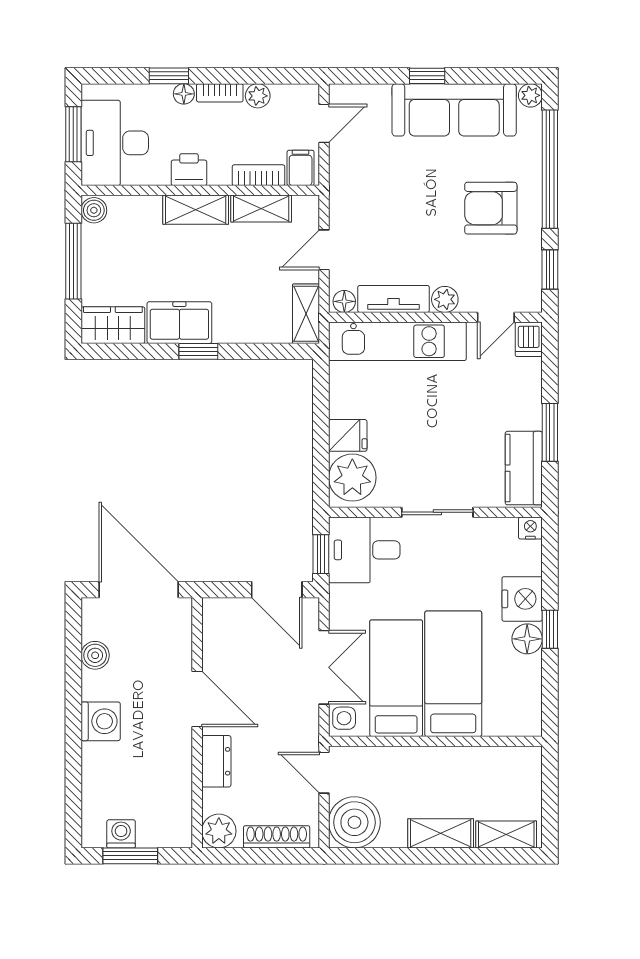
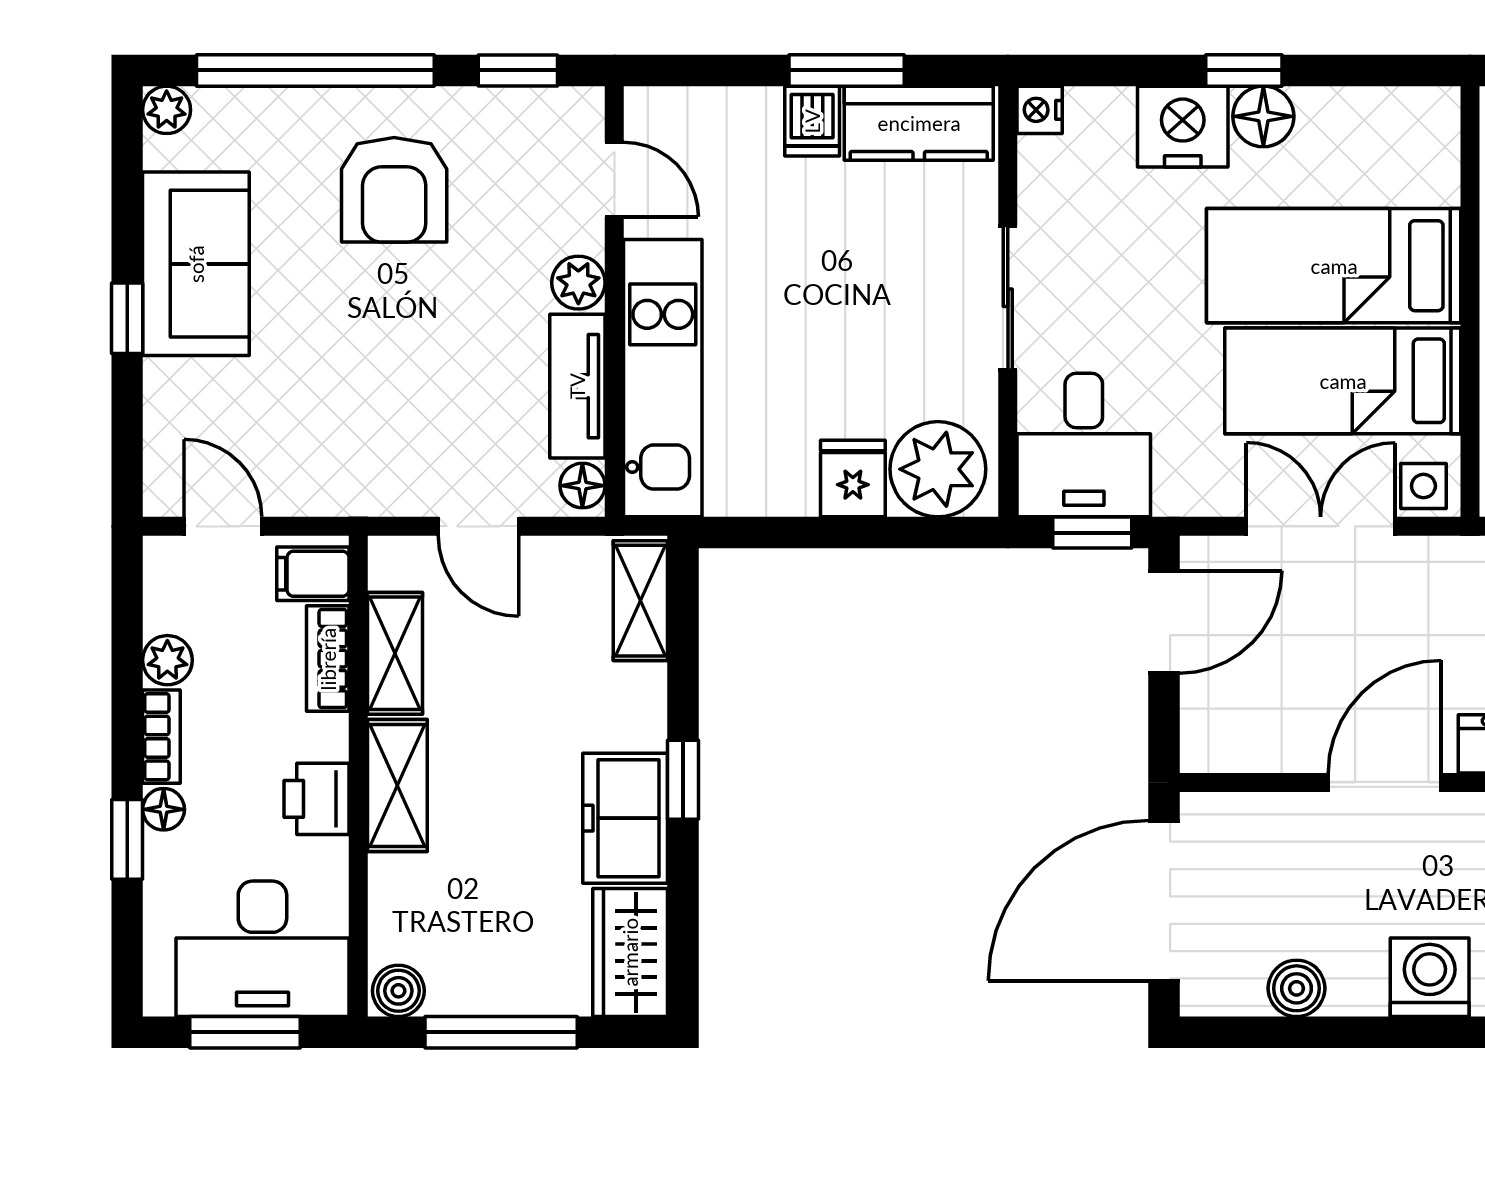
sofa: (454, 110) -> (196, 264), width x0.73
shelving: (306, 314) -> (640, 601), moved, turned 90
dishwasher: (529, 339) -> (812, 121), moved, turned 90

